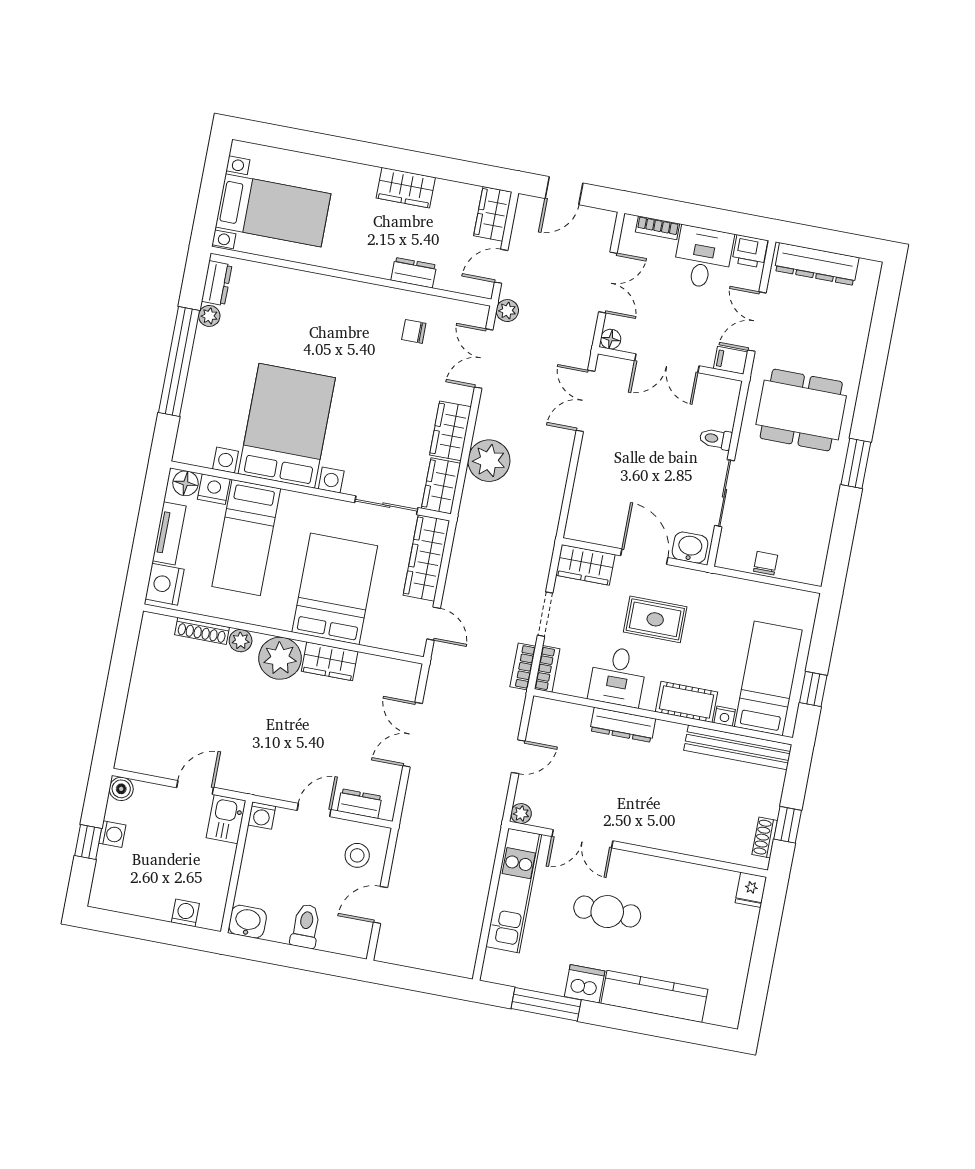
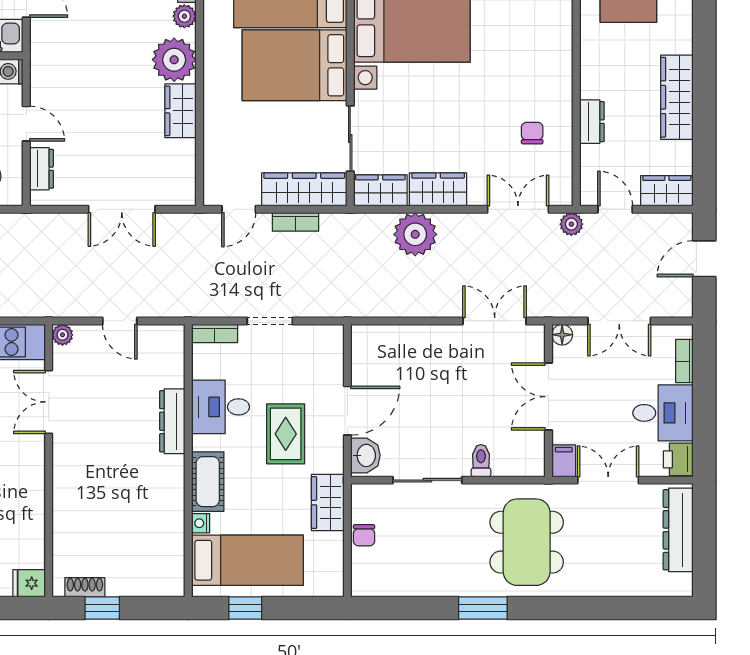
wardrobe: (406, 188) -> (677, 97), width x1.50
door: (564, 191) -> (704, 259), hinge flipped
chair: (766, 563) -> (364, 535), turned 90
wardrobe: (585, 565) -> (328, 503), moved
bed: (335, 589) -> (294, 65), moved, turned 180
bookcase: (523, 666) -> (296, 222), moved, turned 180
double door: (413, 735) -> (122, 209), swing flipped
bench: (738, 747) -> (171, 542), removed

